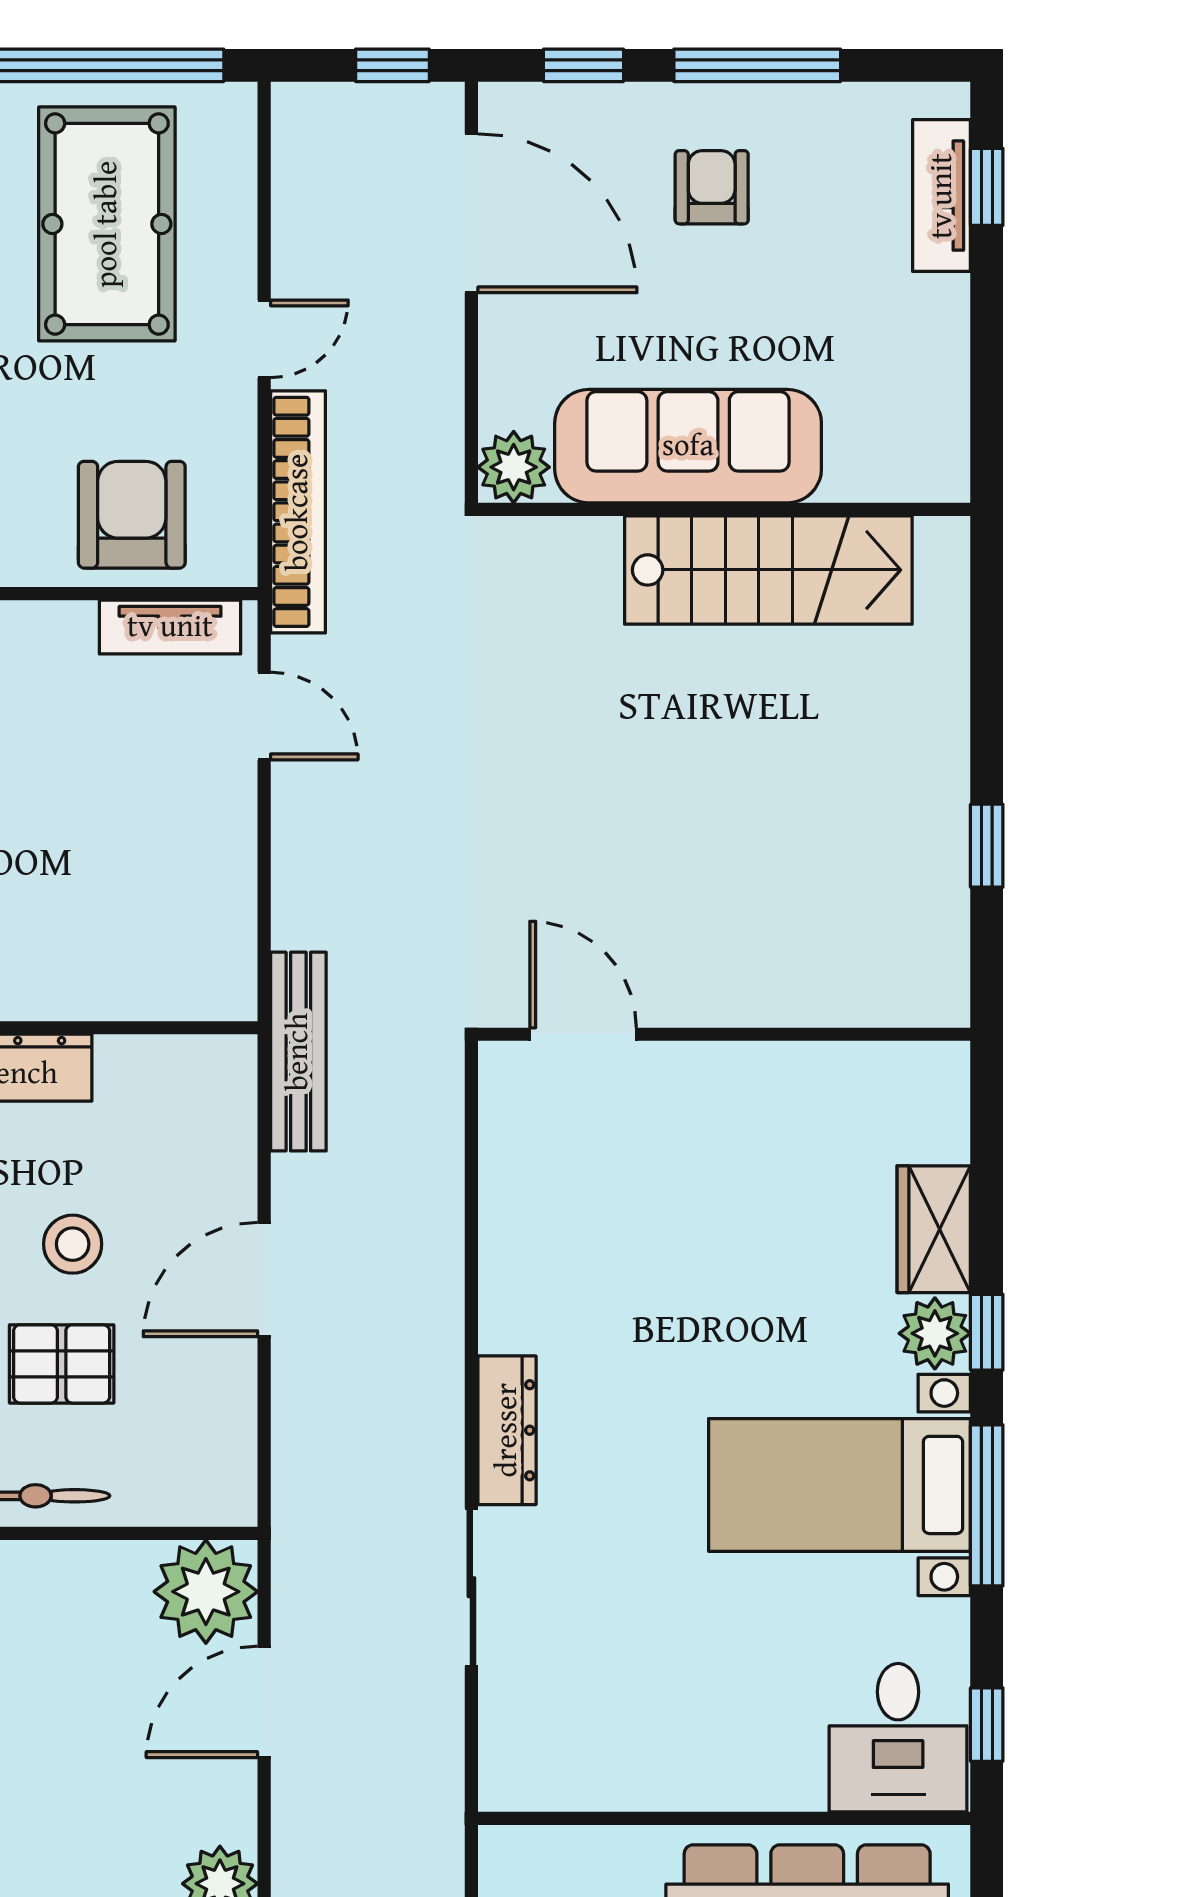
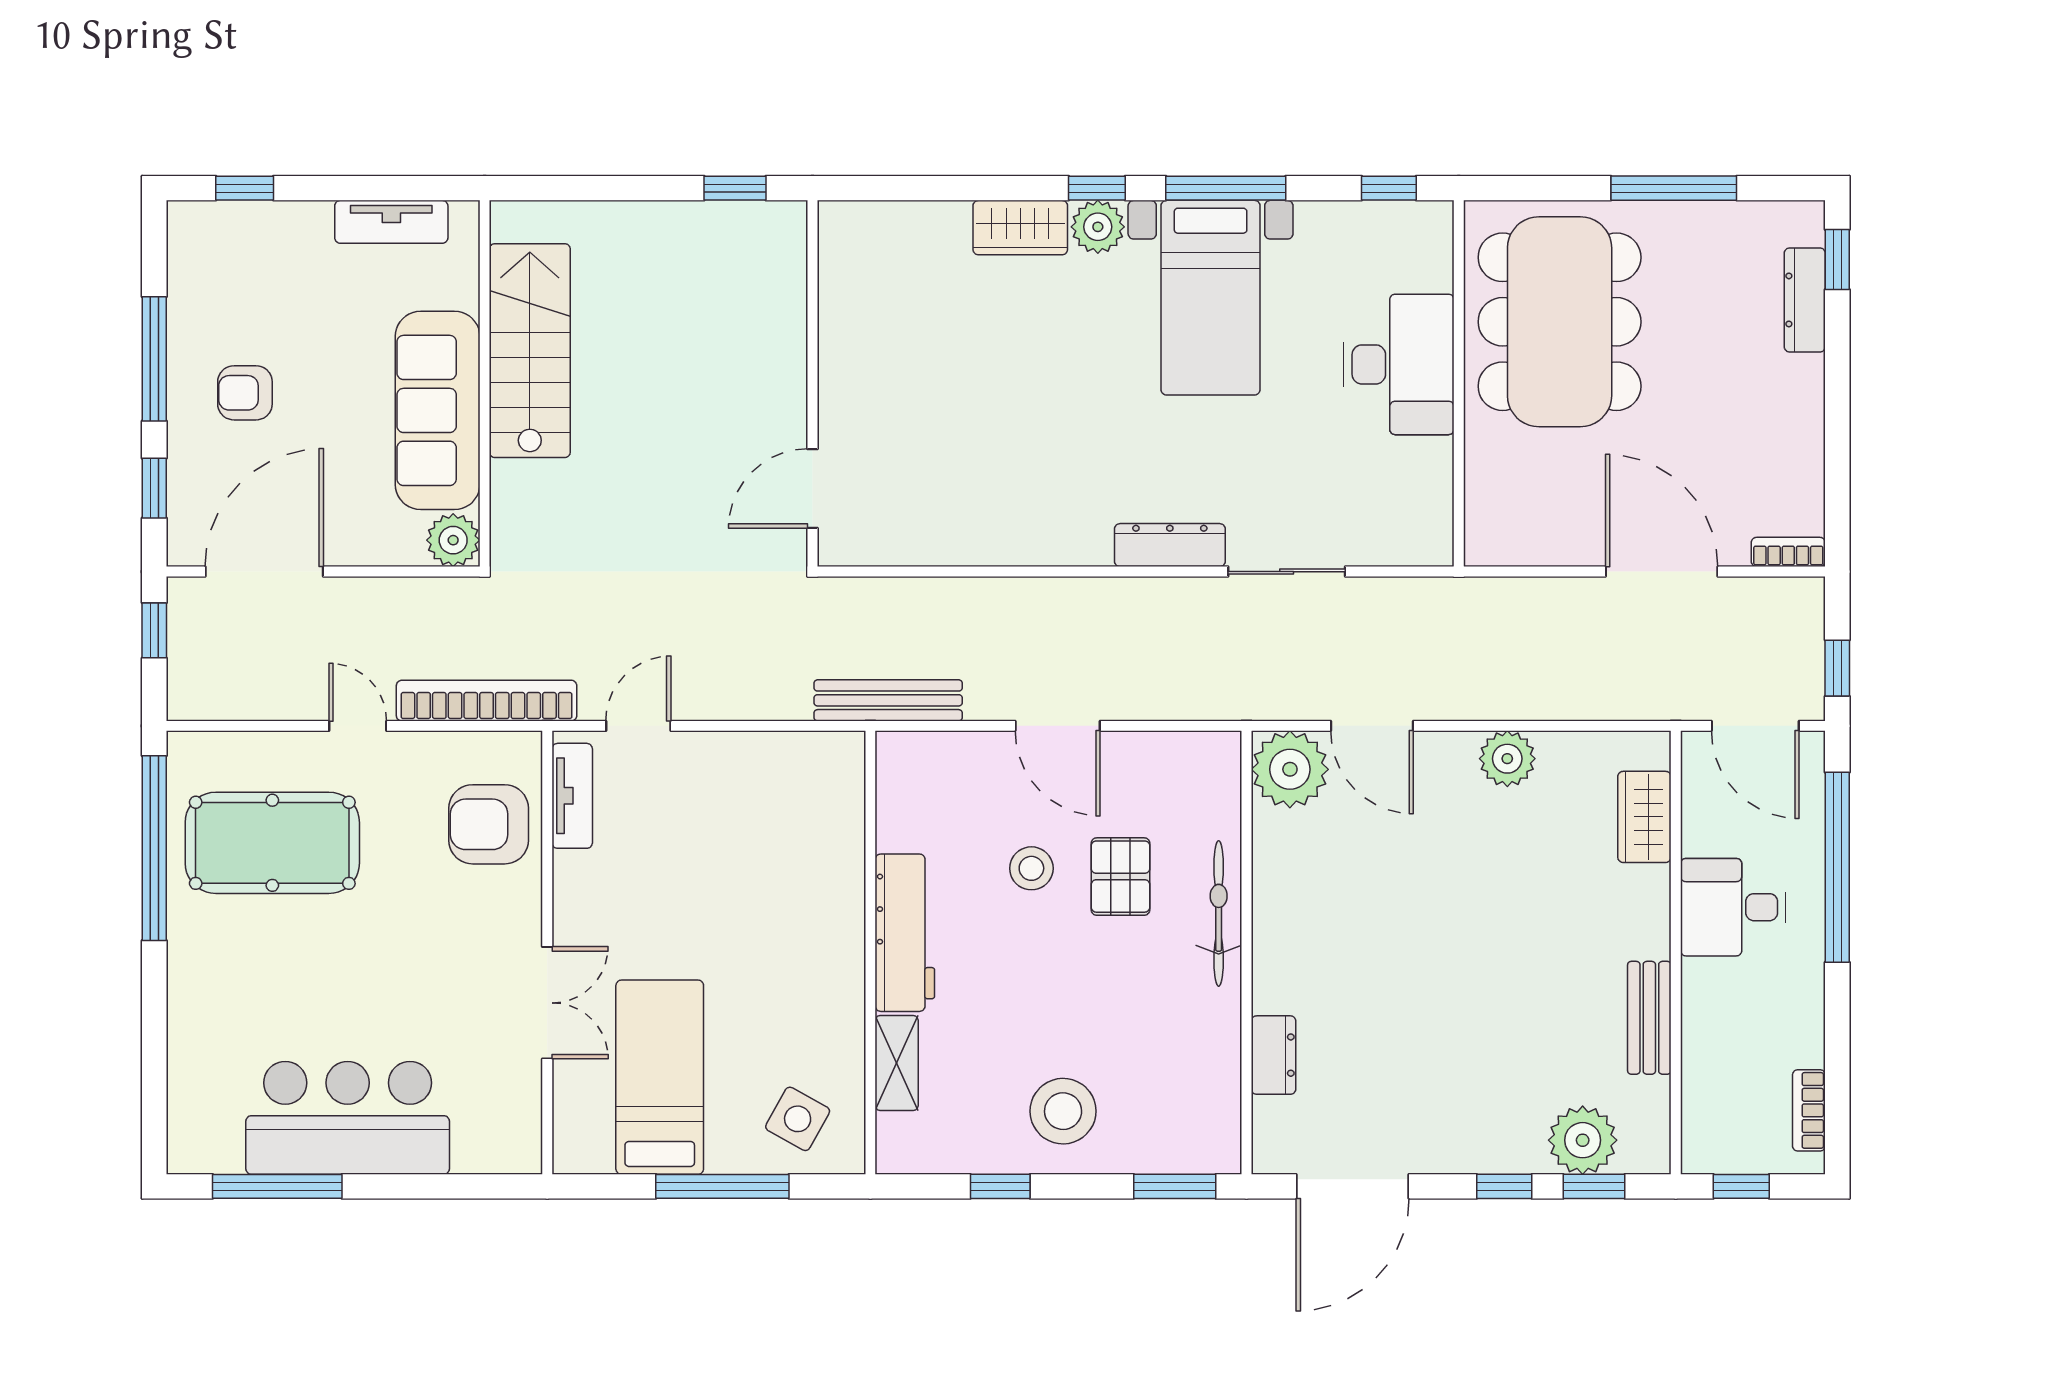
tv unit: (942, 196) -> (391, 222), moved
door: (583, 1034) -> (813, 489), moved
wall: (724, 1034) -> (813, 383), moved
desk: (898, 1738) -> (1399, 364), moved, width x1.37

